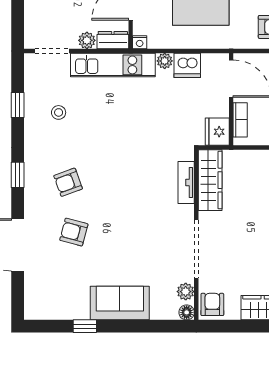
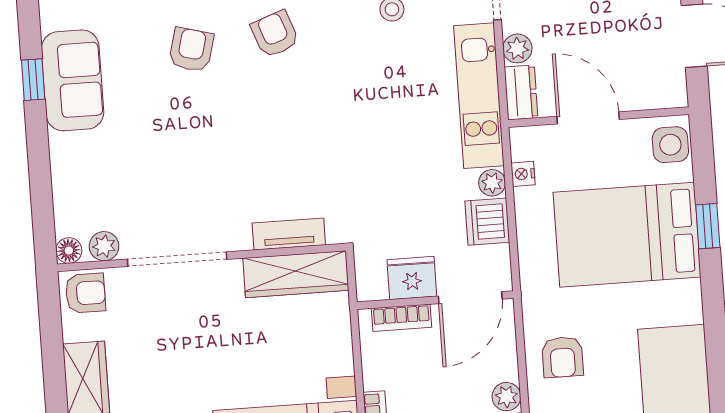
nightstand: (140, 42) -> (523, 174), moved
fridge: (217, 132) -> (412, 278), moved
sofa: (120, 303) -> (73, 80), moved

